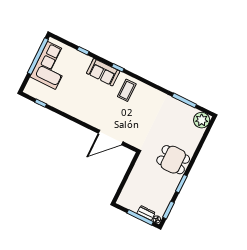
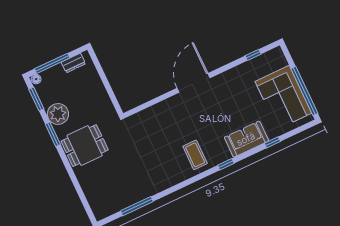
sofa: (103, 72) -> (246, 139), moved
plant: (202, 120) -> (58, 114), moved
door: (111, 138) -> (193, 83), moved
dresser: (146, 213) -> (73, 63), moved

